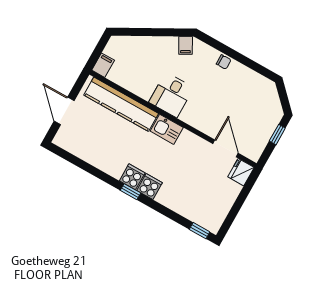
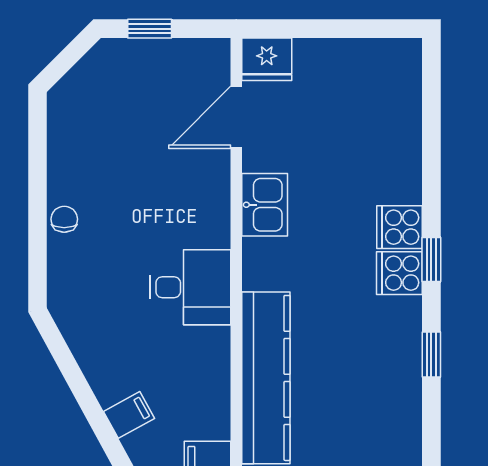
filing cabinet: (186, 45) -> (129, 415), moved
kitchen sink: (167, 129) -> (265, 205), moved
window: (200, 231) -> (431, 354), moved

